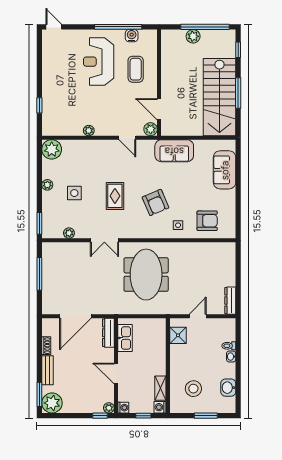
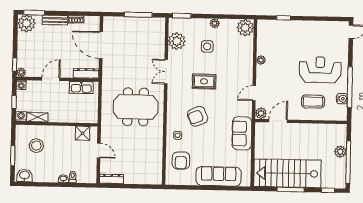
sofa: (225, 170) -> (219, 176), width x1.36
plant: (69, 233) -> (177, 41), width x1.87, depth x1.87
washbasin: (228, 388) -> (24, 175), moved

